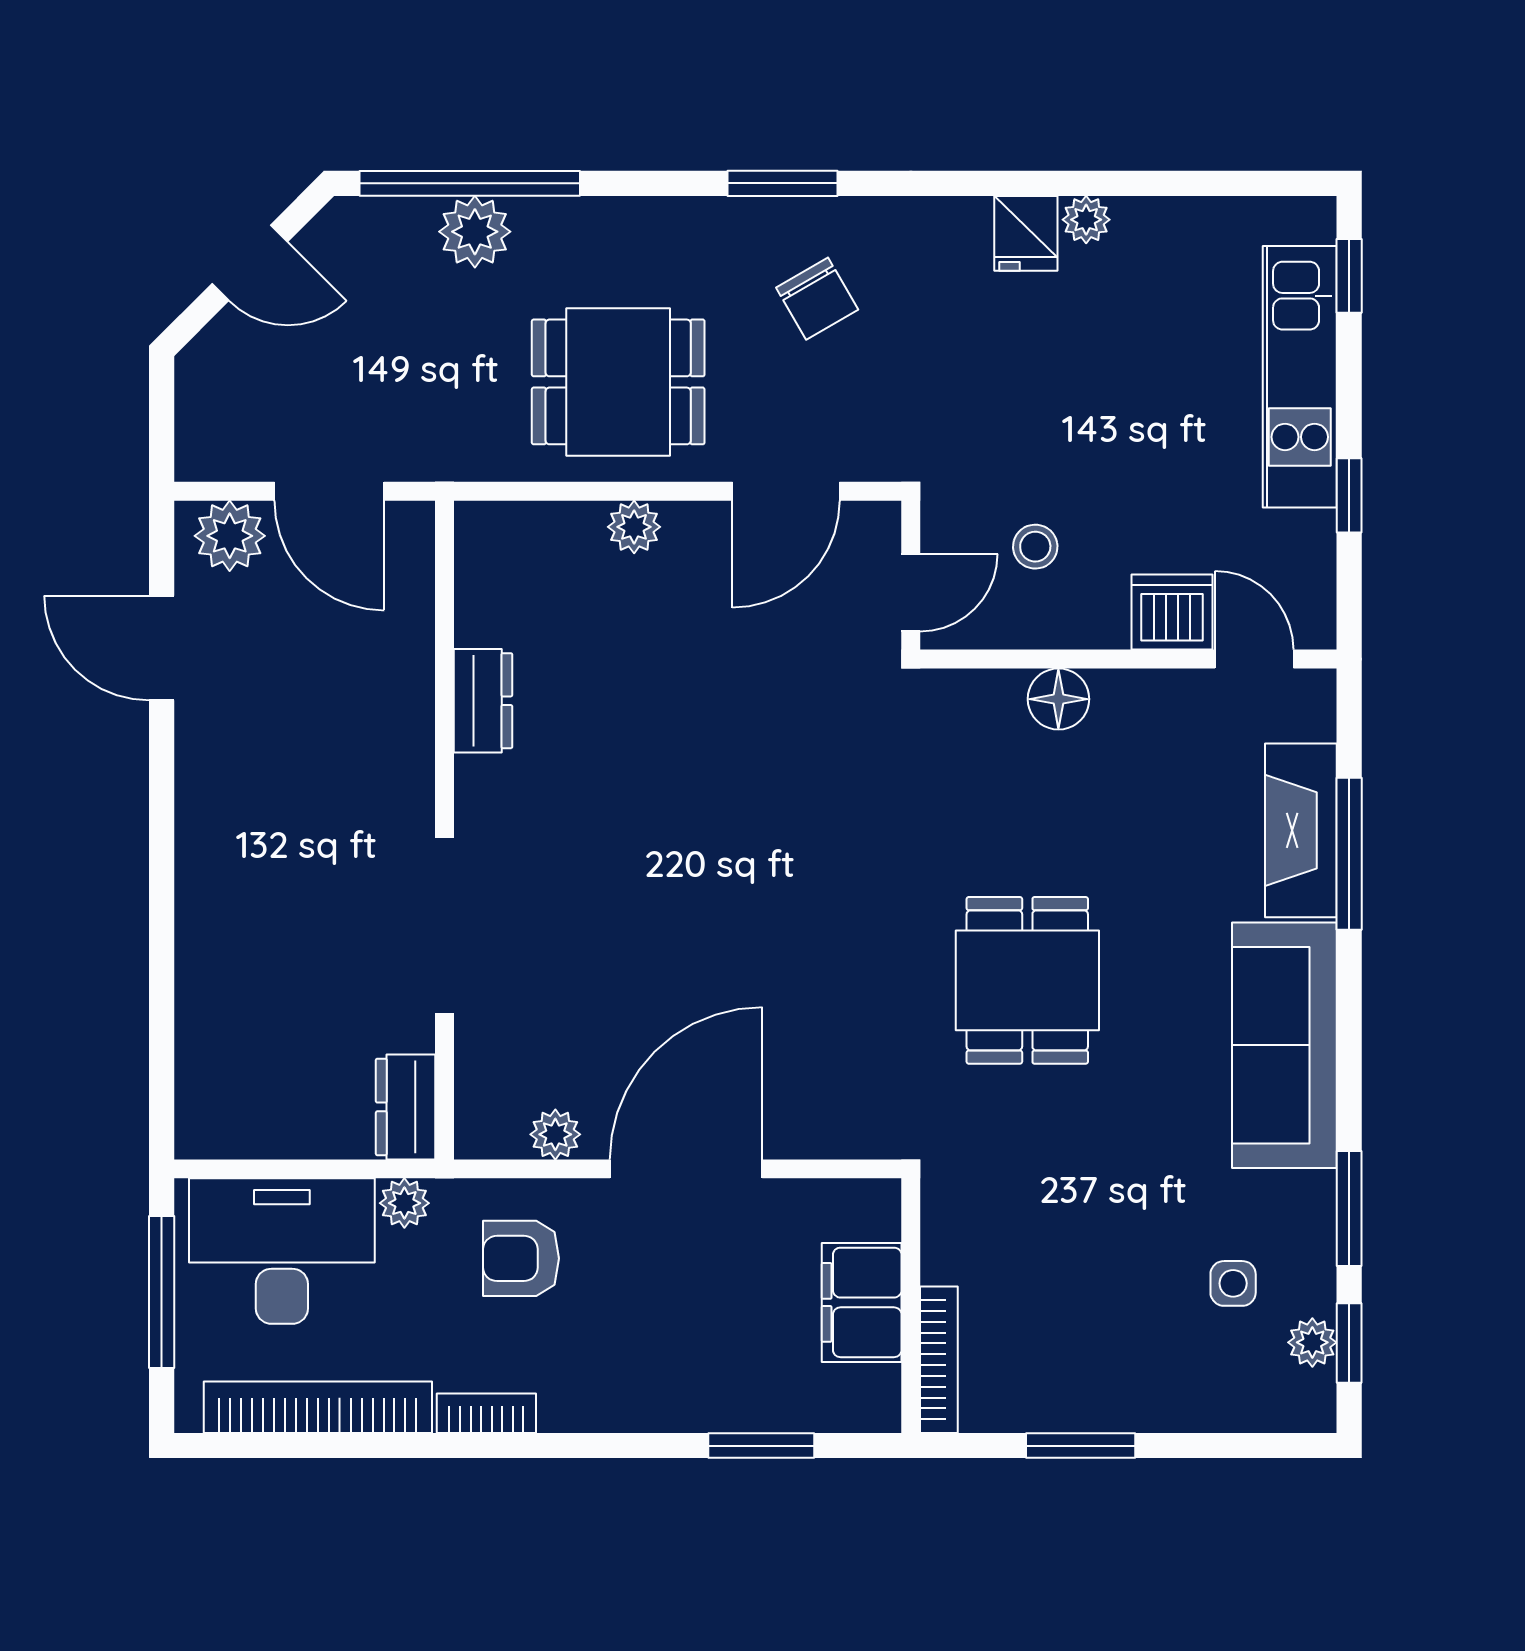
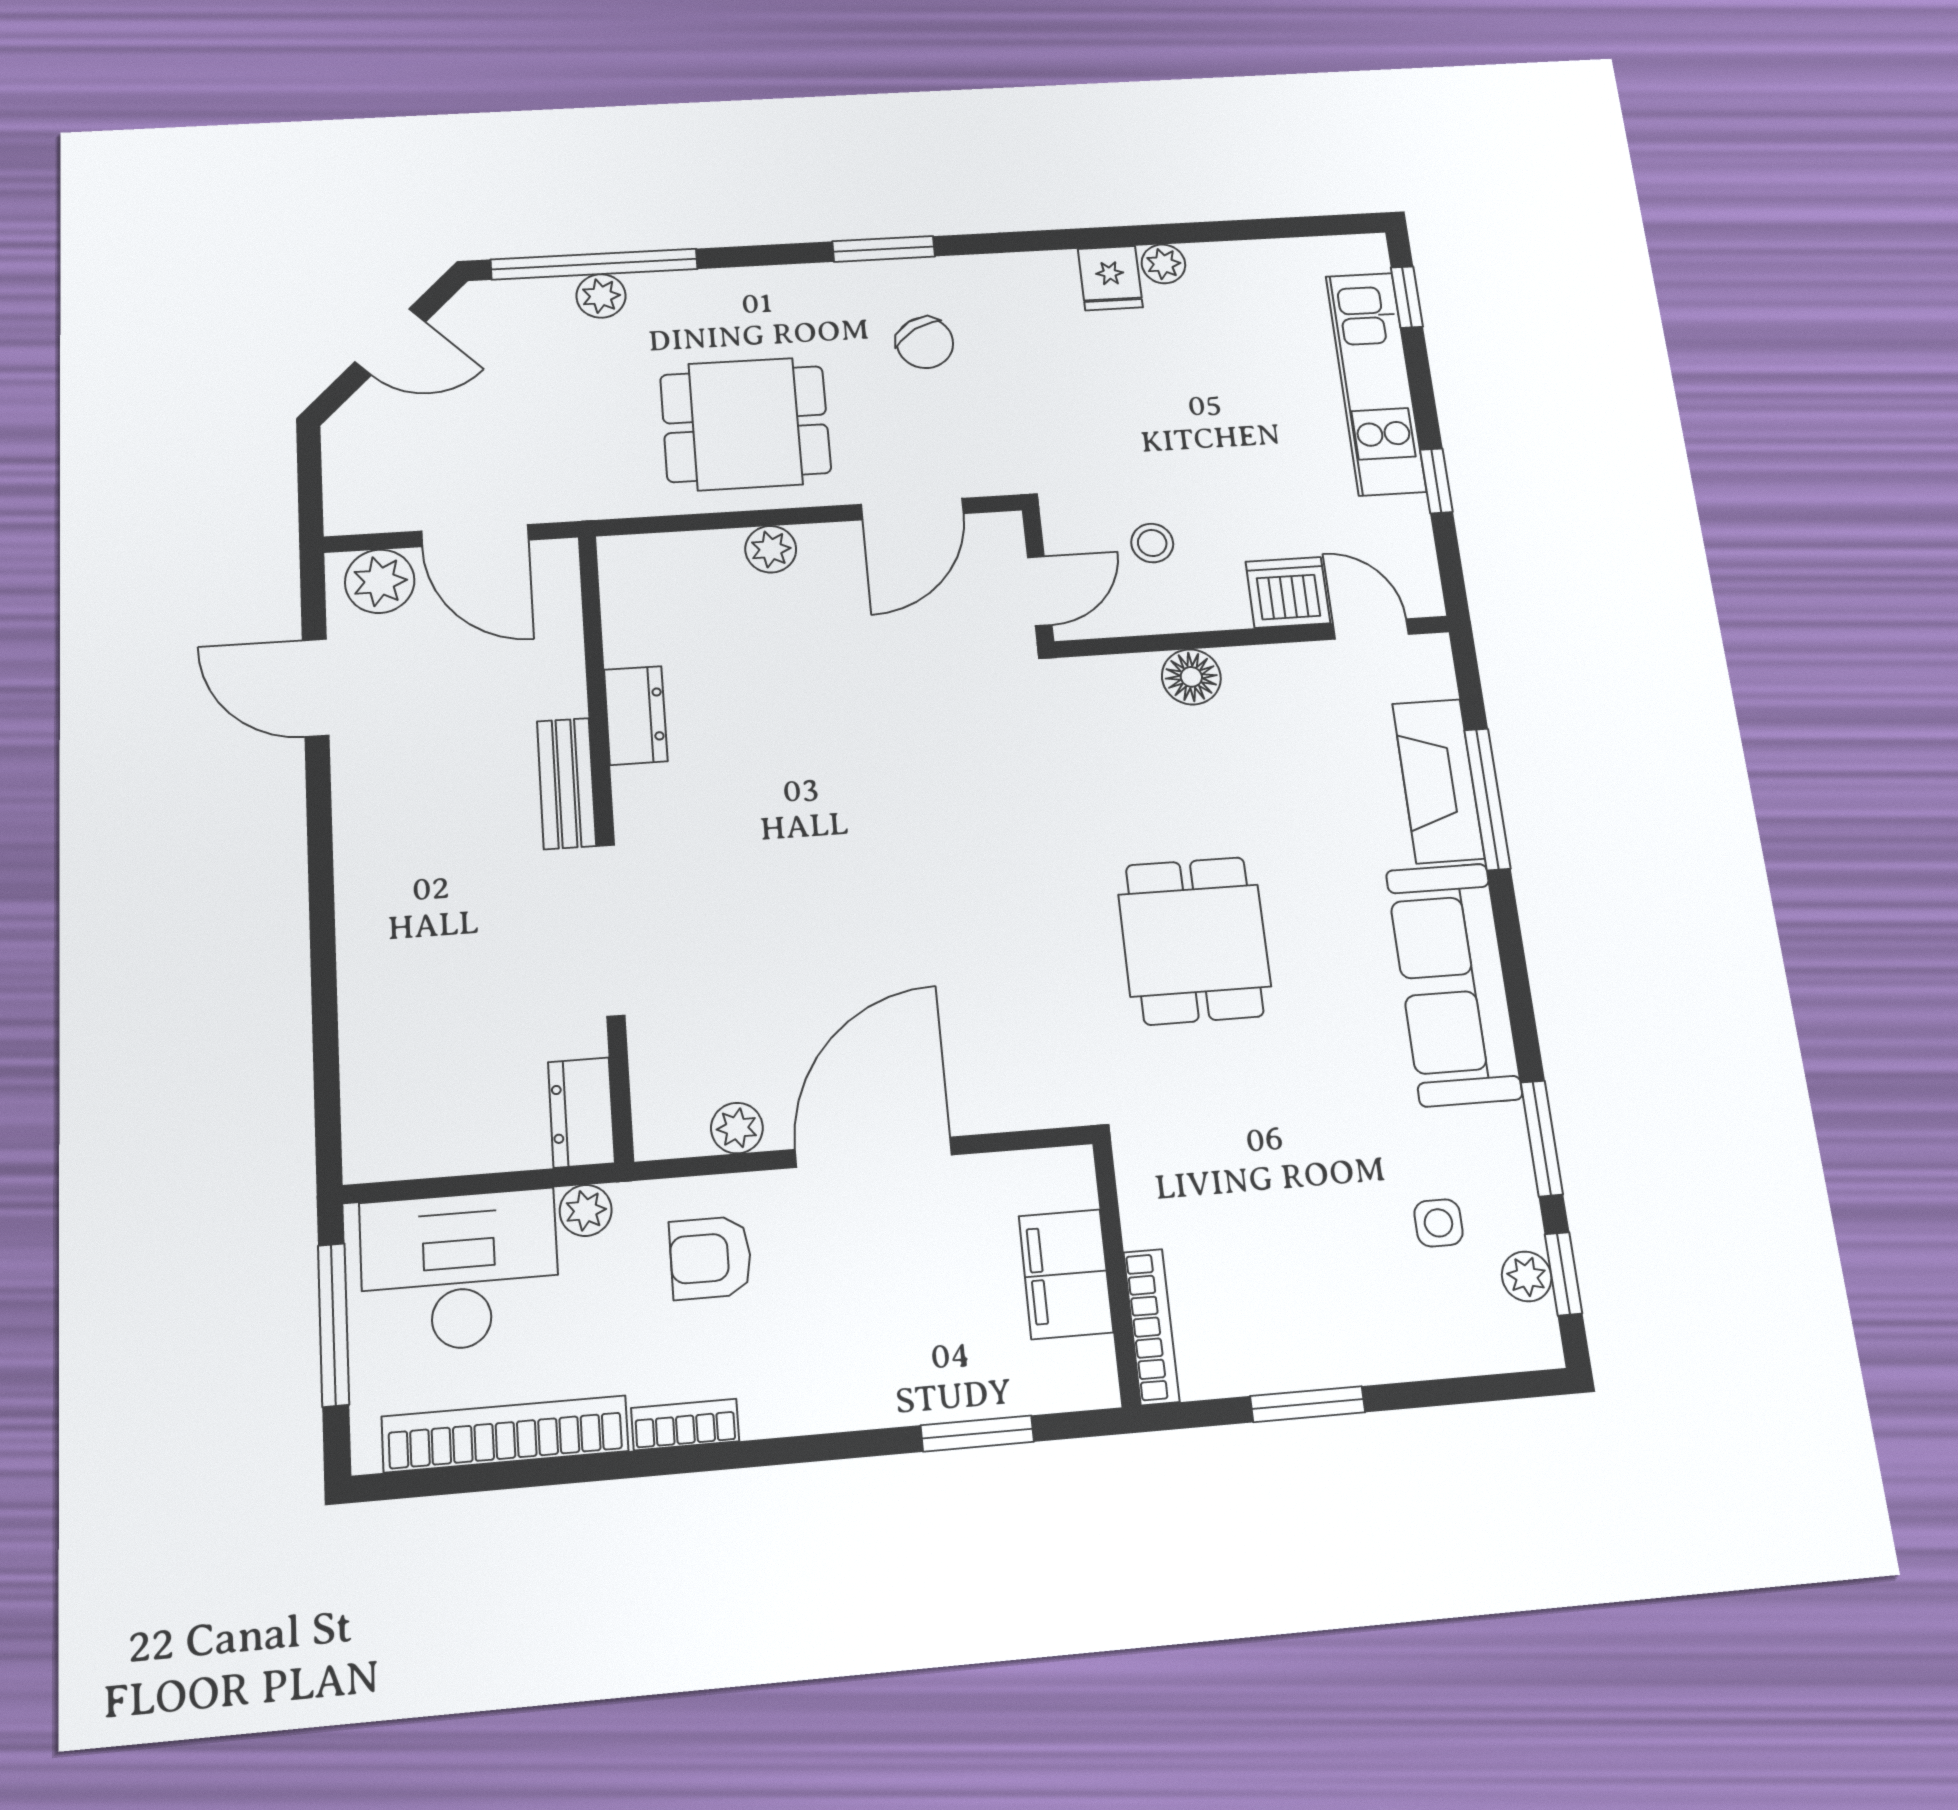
plant: (475, 232) -> (601, 296), width x0.73, depth x0.73
bench: (409, 769) -> (566, 783), added

